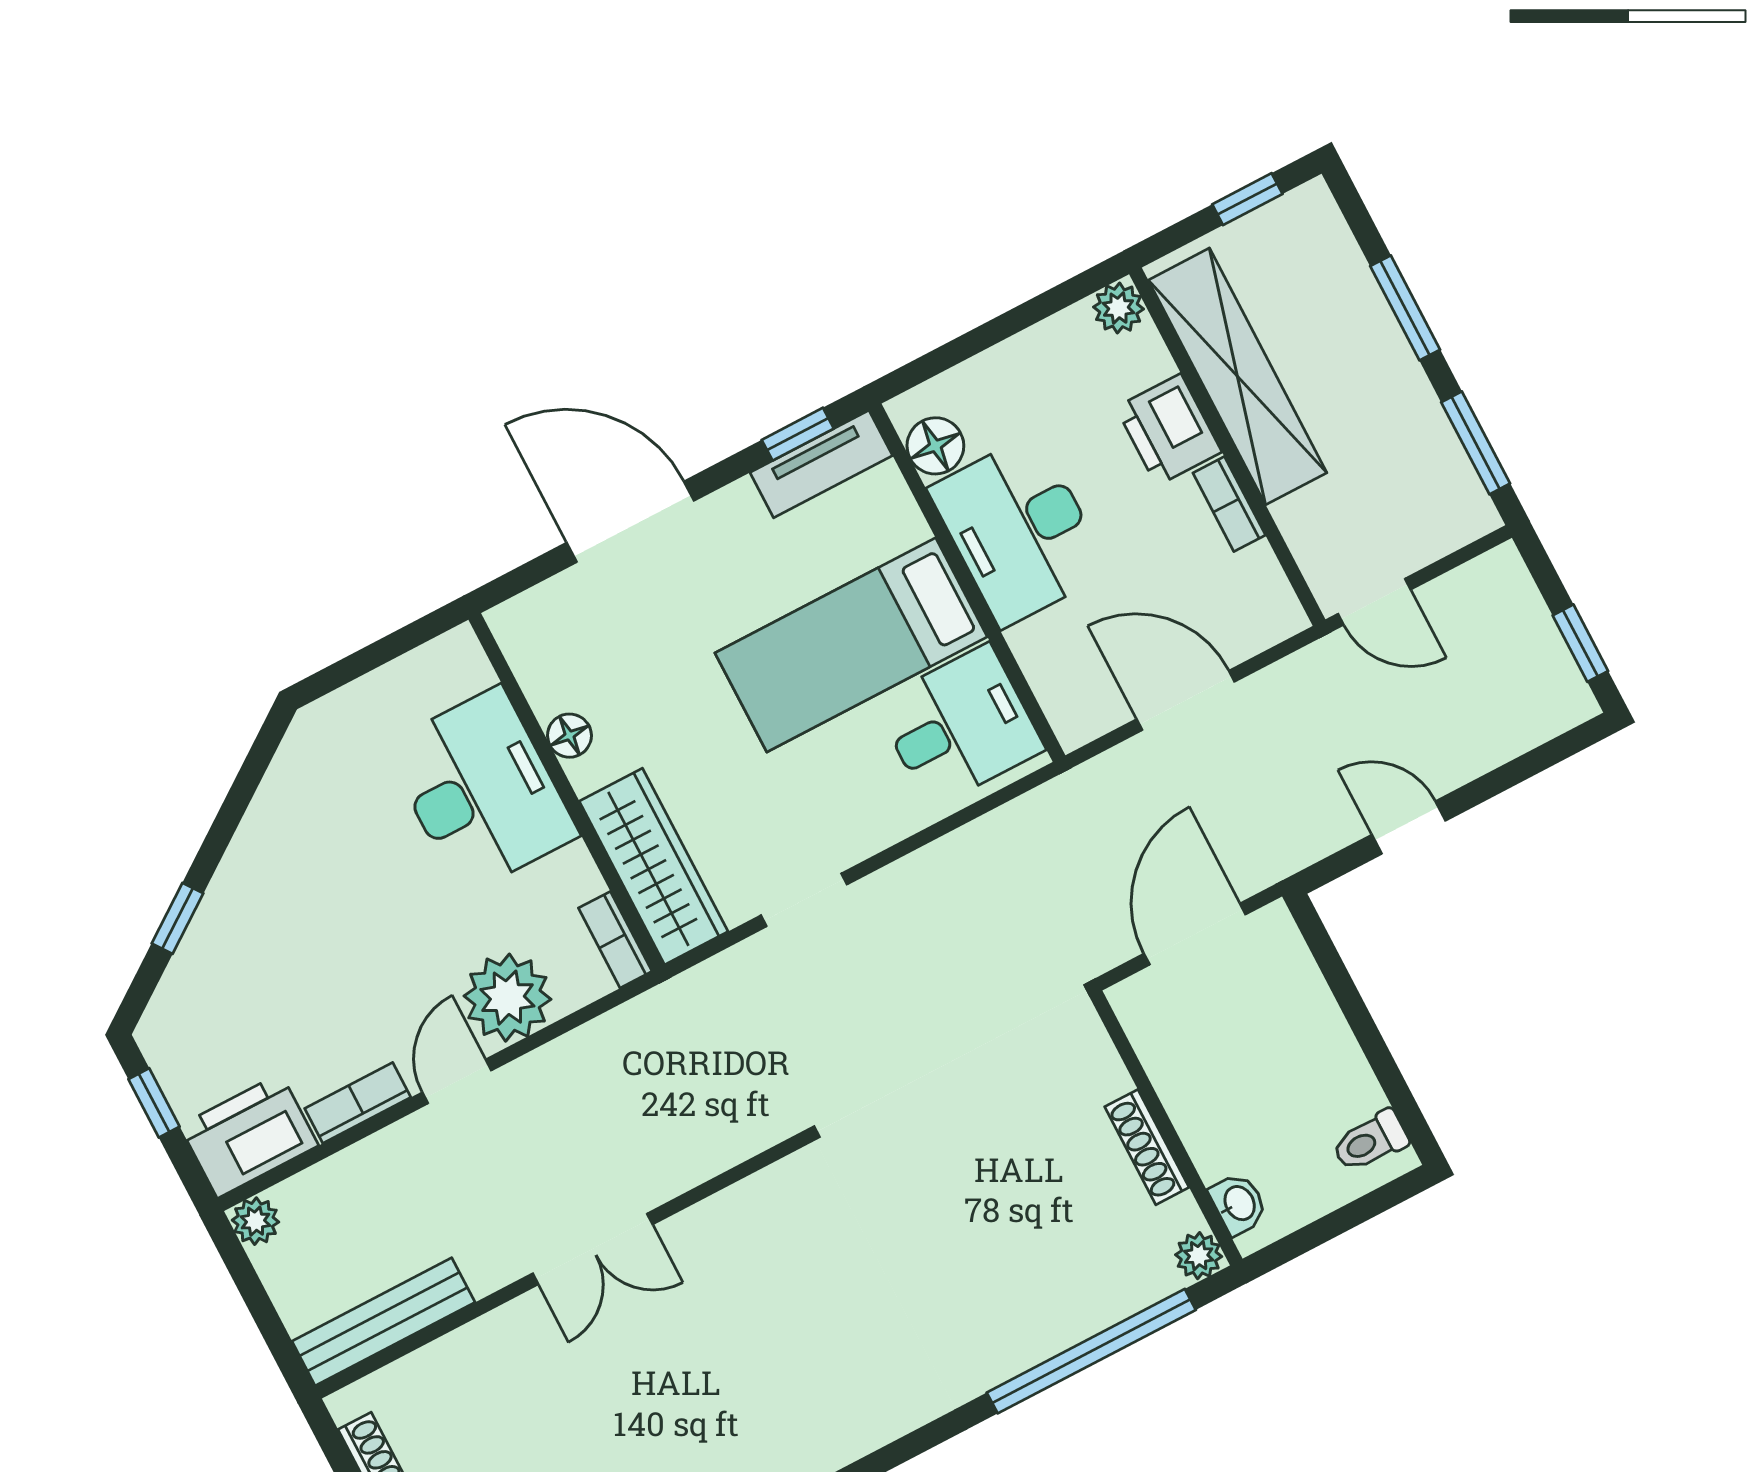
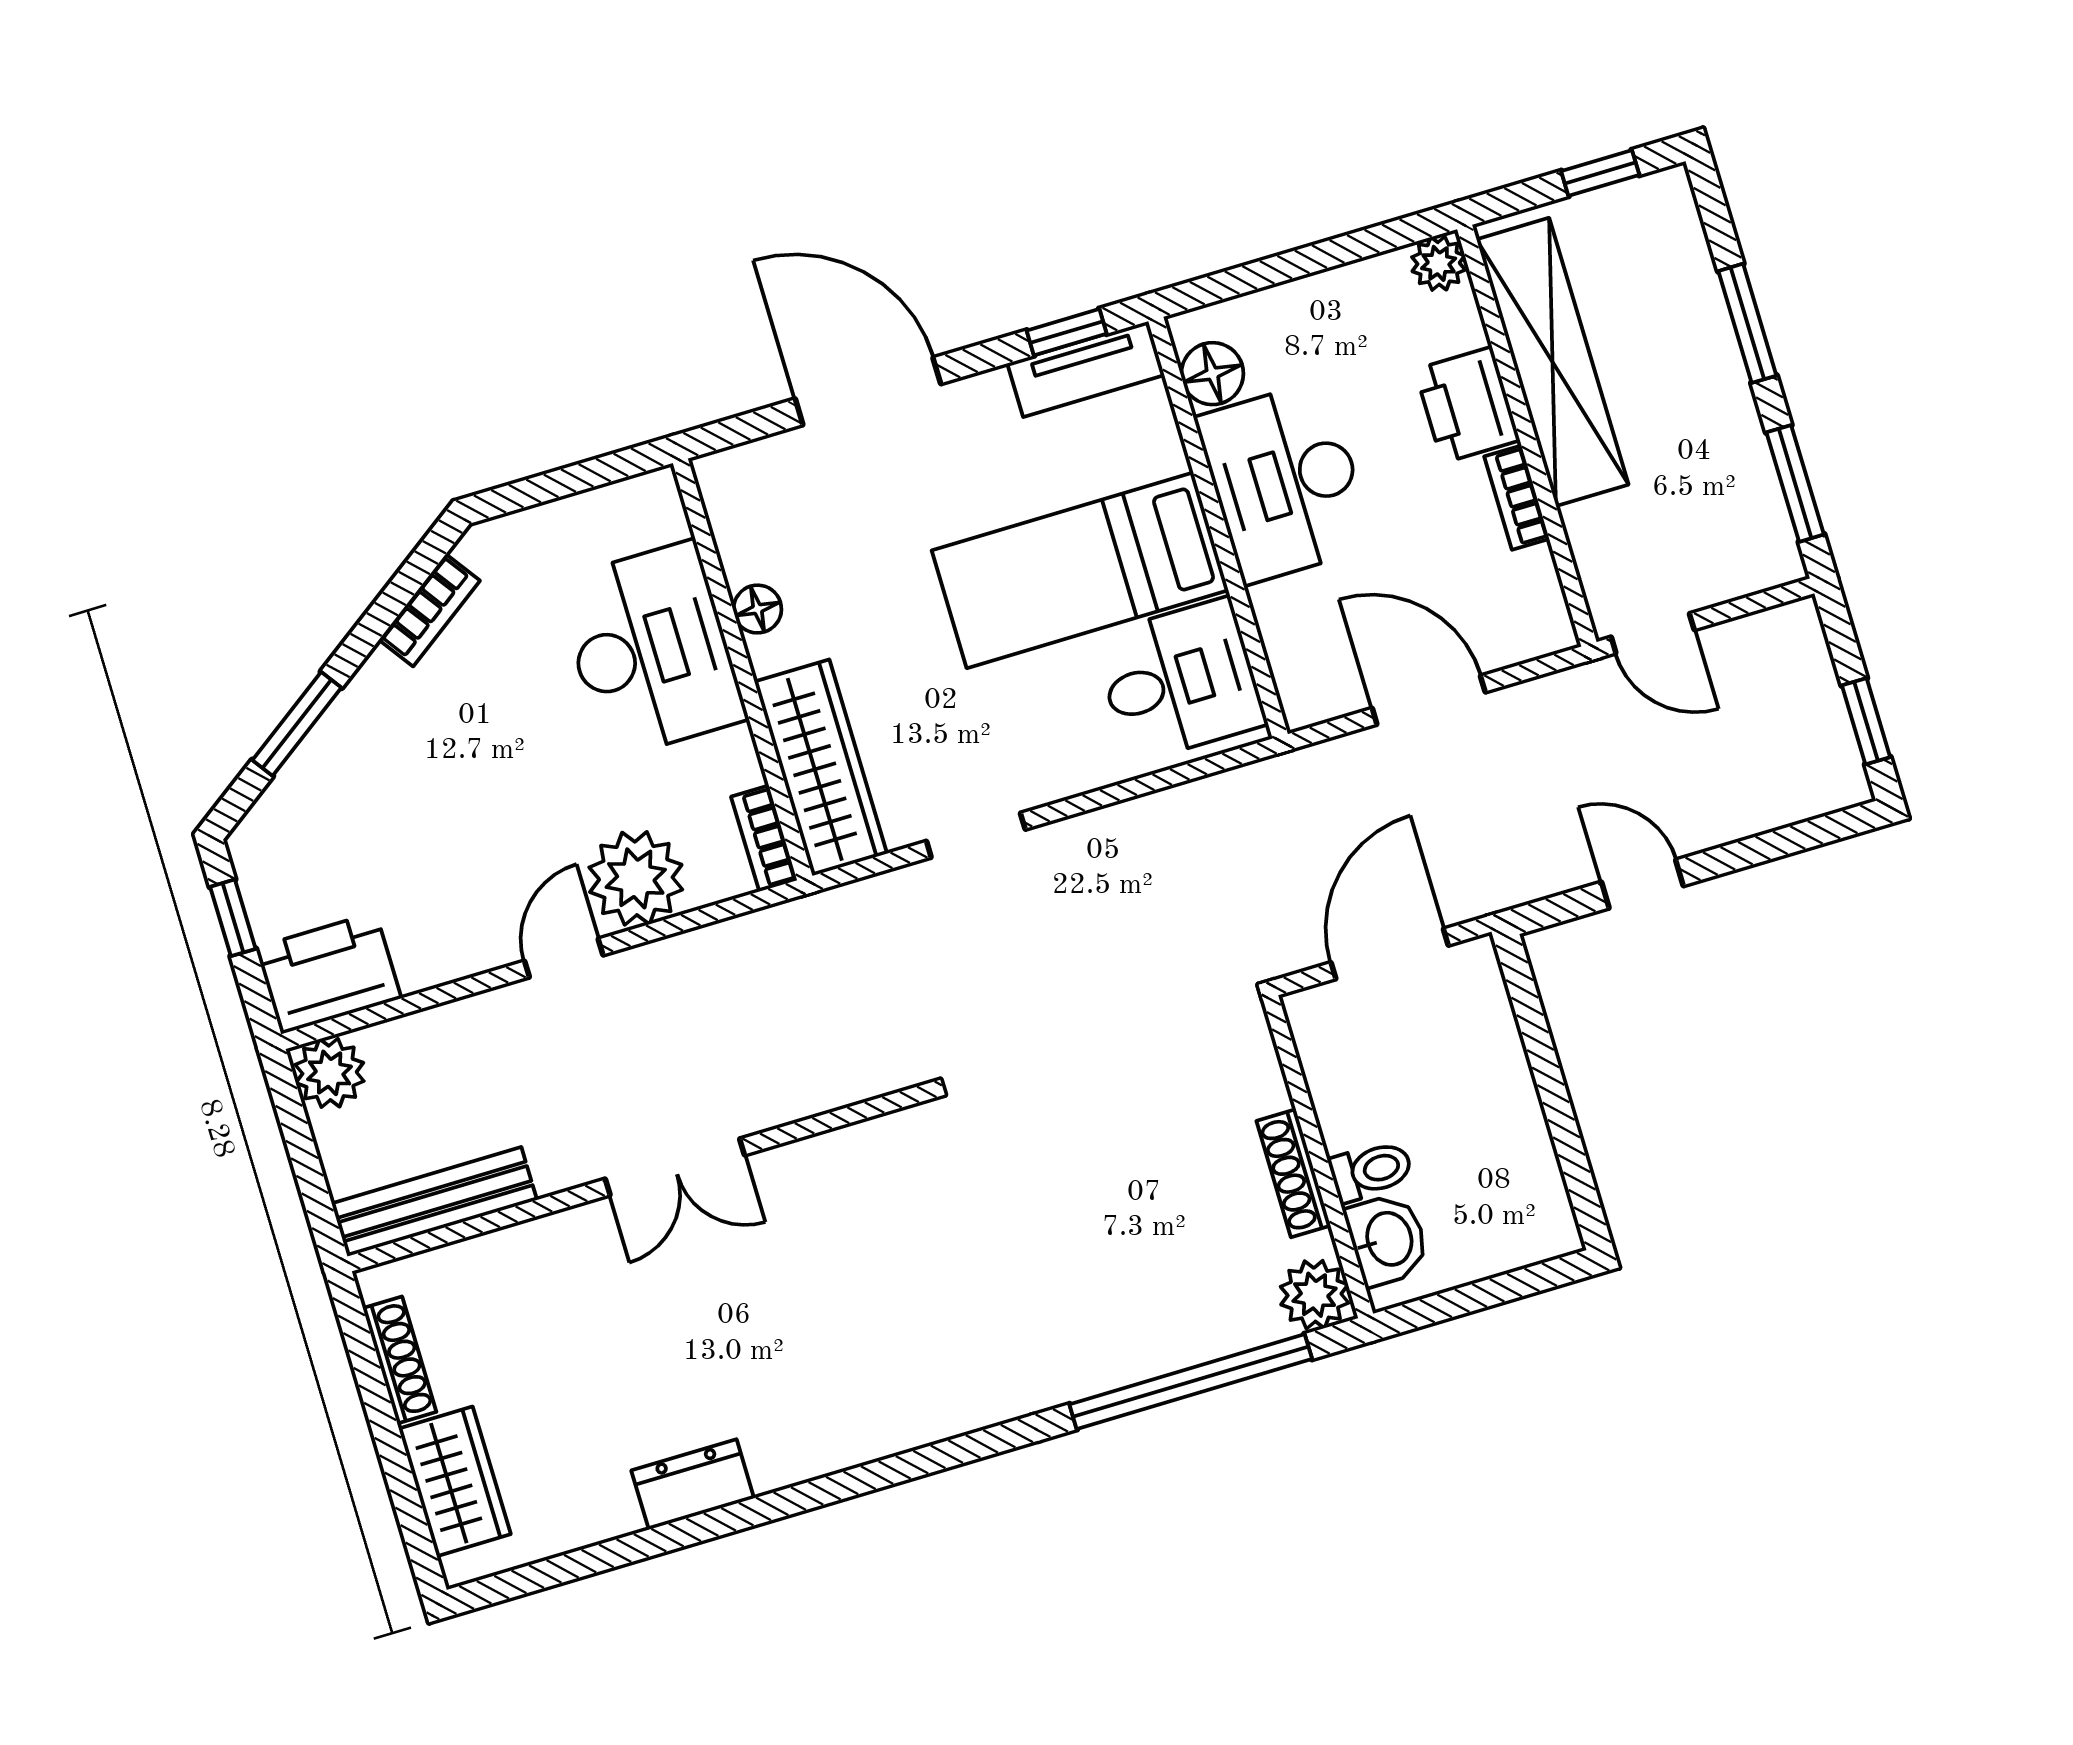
window: (177, 918) -> (297, 724), width x1.50
bookcase: (358, 1103) -> (429, 610), moved, turned 145
toilet: (1370, 1141) -> (1371, 1171), moved, turned 180
washbasin: (1238, 1204) -> (1387, 1239), width x1.38, depth x1.45
plant: (255, 1221) -> (330, 1073), width x1.38, depth x1.38
plant: (1199, 1256) -> (1315, 1295), width x1.38, depth x1.38

